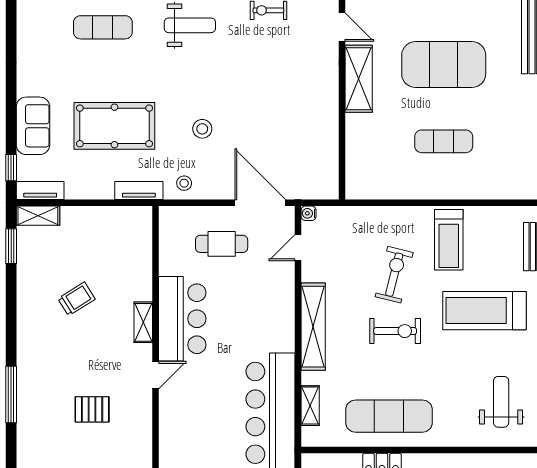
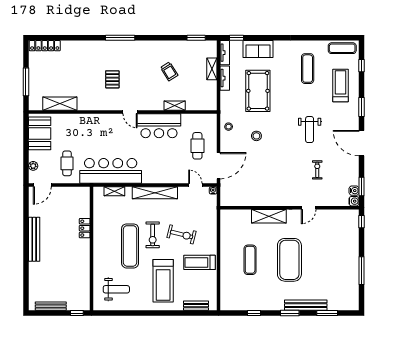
exercise mat: (103, 27) -> (308, 69), moved
shelving: (359, 79) -> (269, 216), moved
tv unit: (139, 191) -> (225, 78), moved
shelving: (38, 216) -> (212, 69), moved
treadmill: (484, 311) -> (163, 281), turned 180
shelving: (143, 322) -> (175, 106), moved
exercise mat: (389, 416) -> (130, 246), moved

